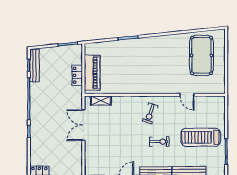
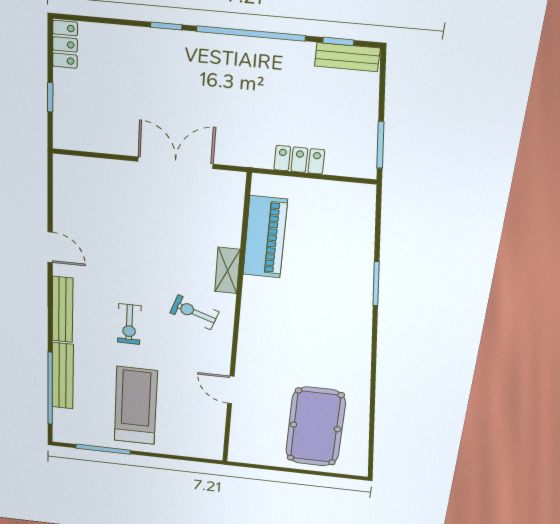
pool table: (201, 55) -> (315, 427), turned 90
bench: (34, 66) -> (347, 57), width x0.73
piano: (92, 73) -> (265, 237), moved, turned -90
door: (187, 95) -> (231, 390), hinge flipped
shelving: (101, 101) -> (227, 270), moved

